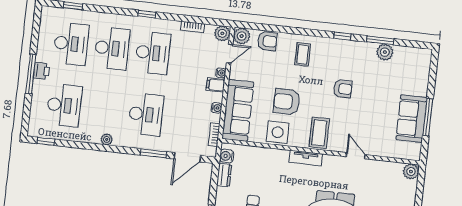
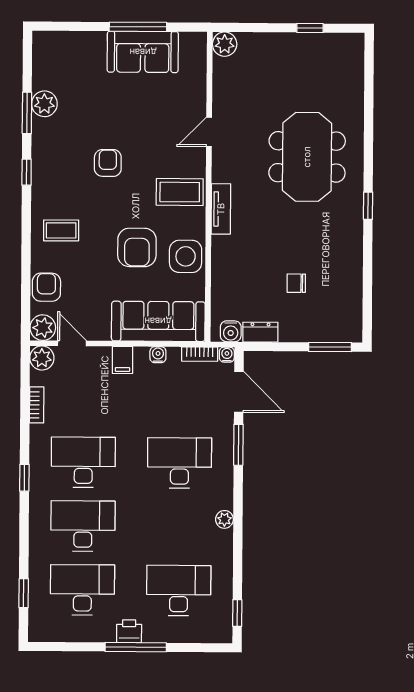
water cooler: (221, 73) -> (227, 355), moved

